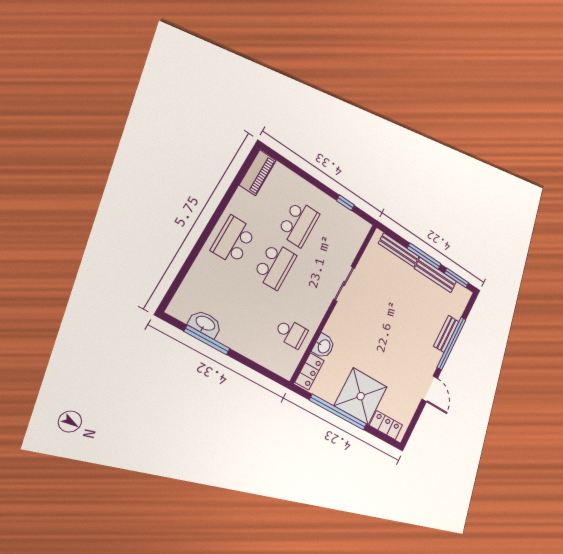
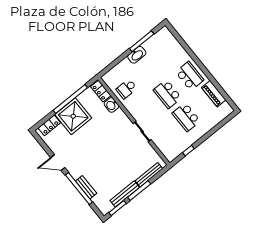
piano: (258, 173) -> (214, 94), moved
washbasin: (205, 324) -> (137, 55), moved

